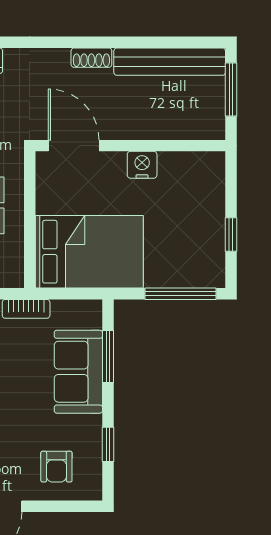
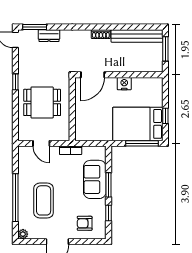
door: (74, 146) -> (93, 75), swing flipped
bed: (89, 252) -> (138, 124), moved, turned 180
window: (108, 356) -> (108, 185), moved
armchair: (56, 467) -> (85, 223), turned 90

